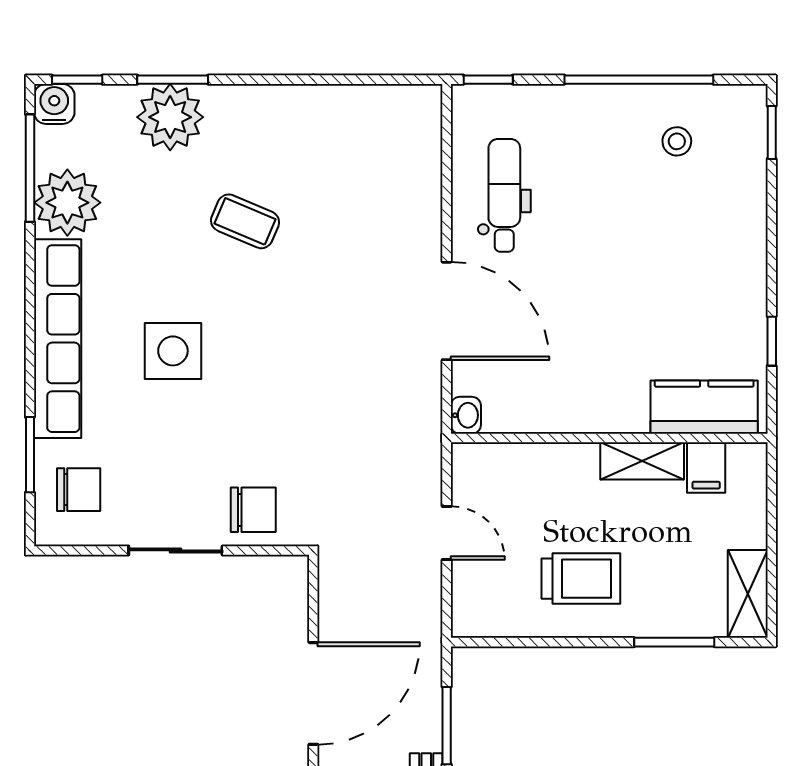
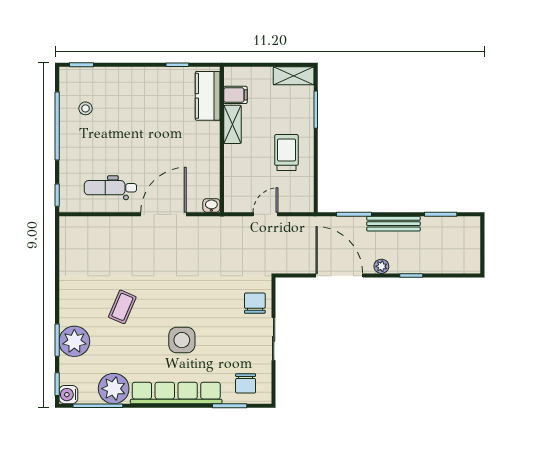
chair: (79, 490) -> (246, 383), turned 180

